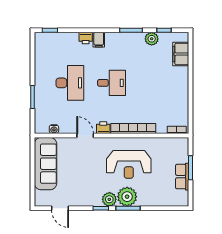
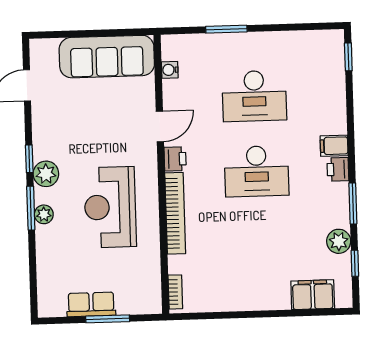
printer: (86, 38) -> (338, 169), moved
desk: (111, 83) -> (257, 171), width x1.37
plant: (127, 197) -> (44, 214), width x0.53, depth x0.53

